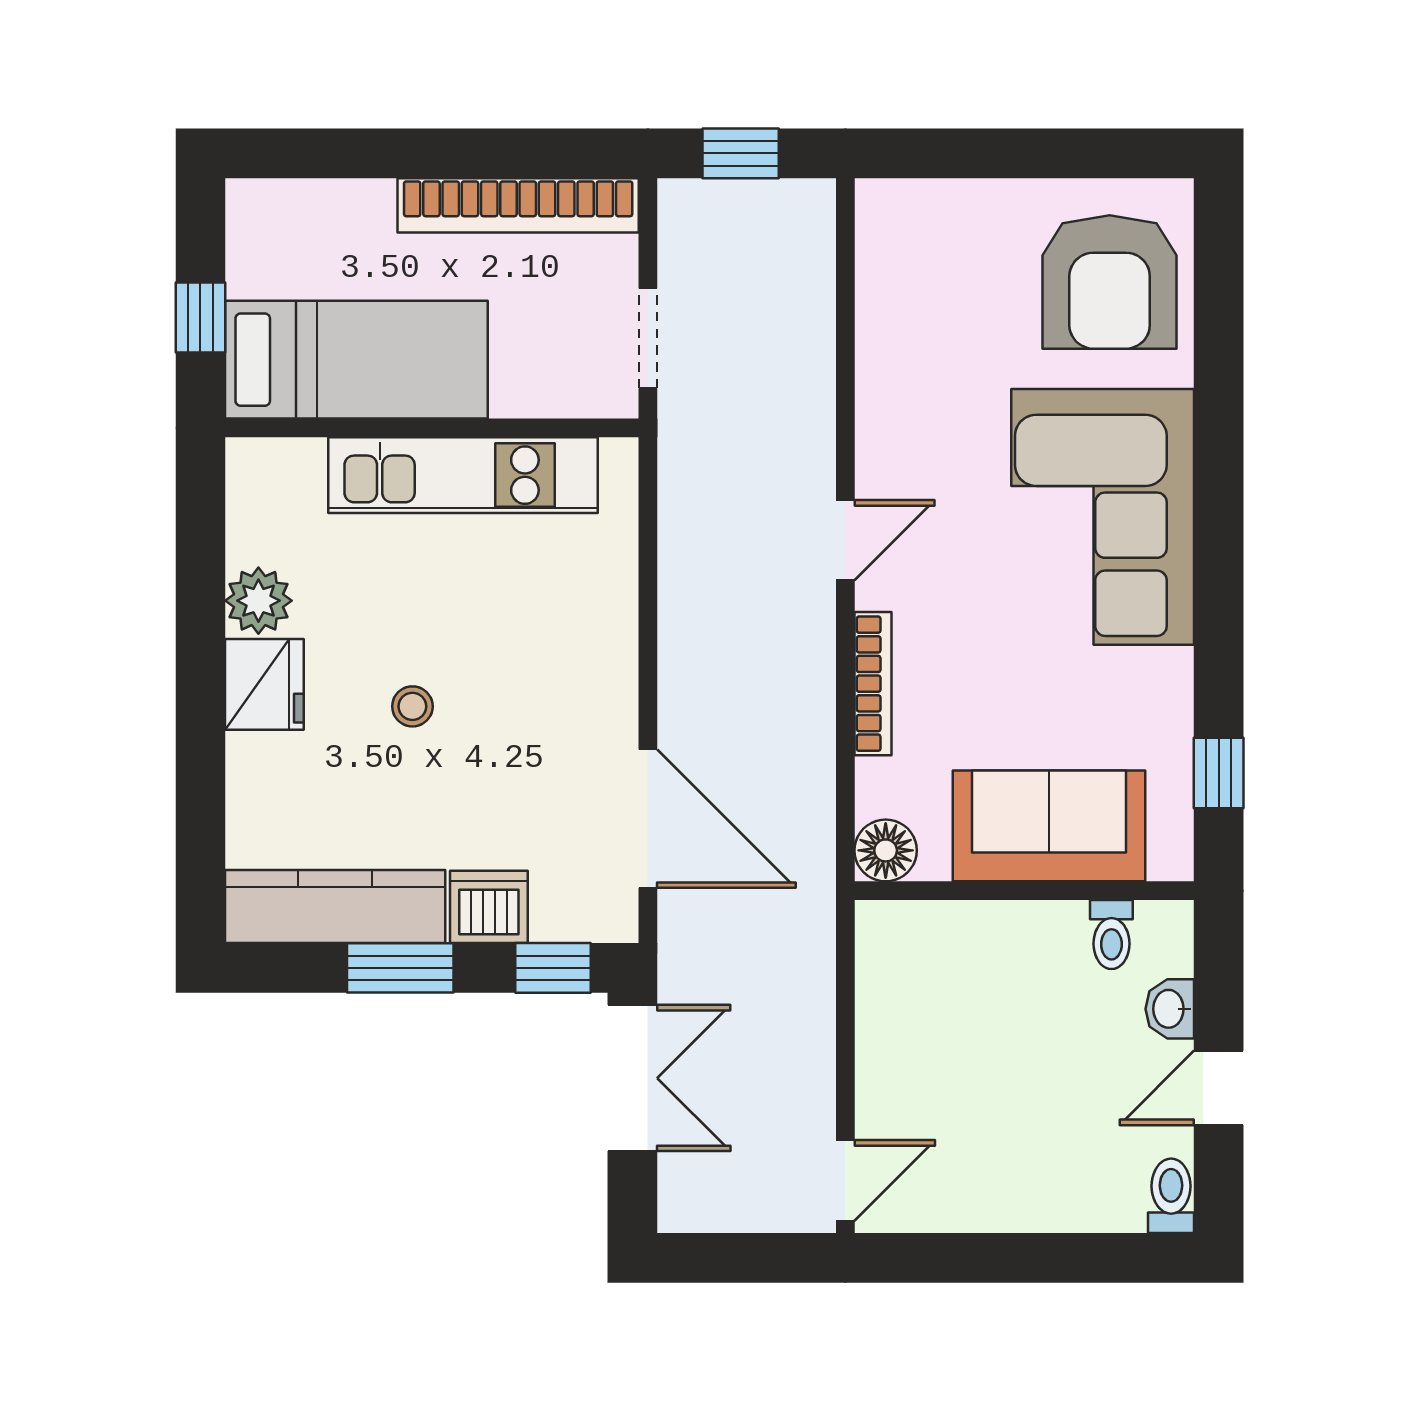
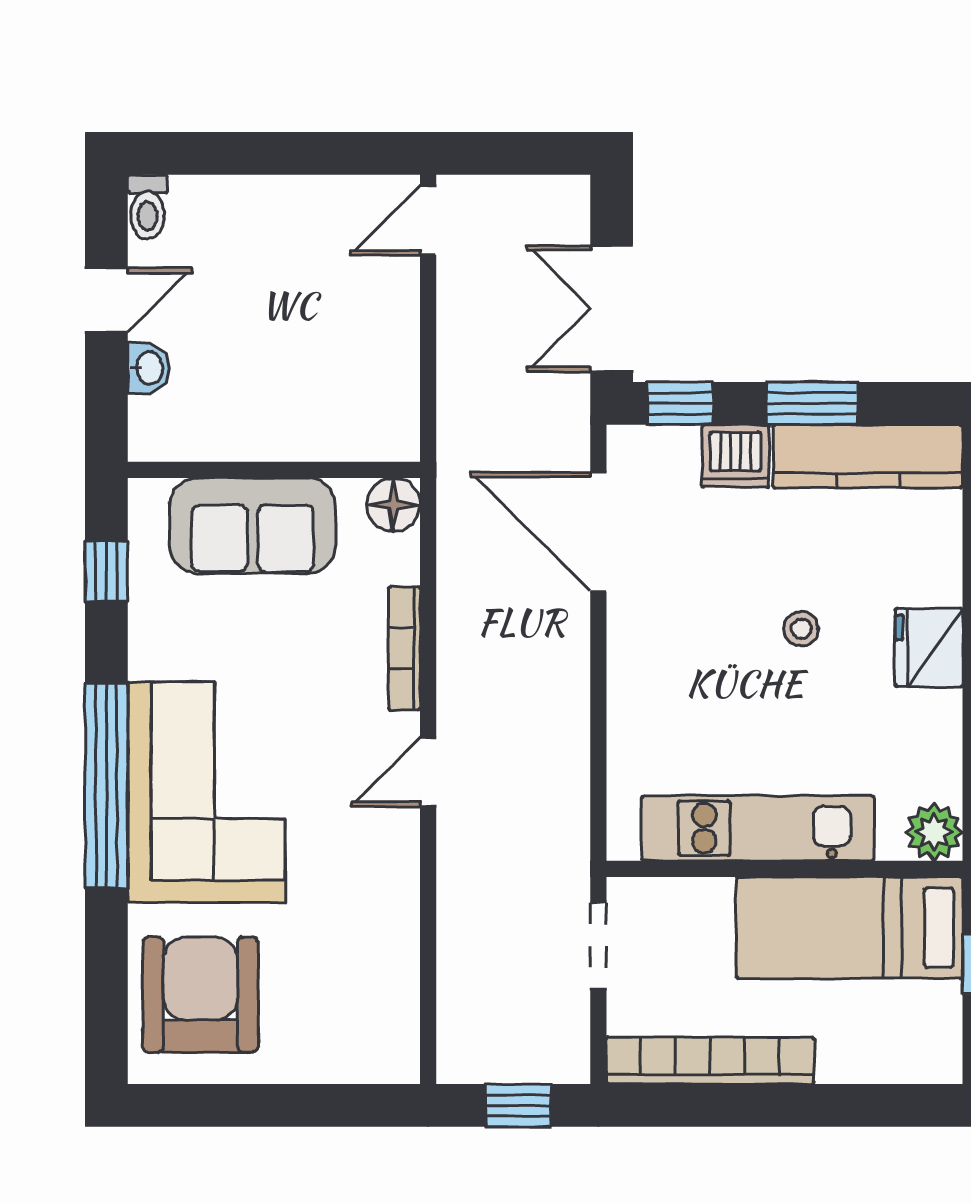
window: (1219, 524) -> (106, 786), added
plant: (258, 601) -> (934, 832), moved
toilet: (1111, 935) -> (199, 432), removed

